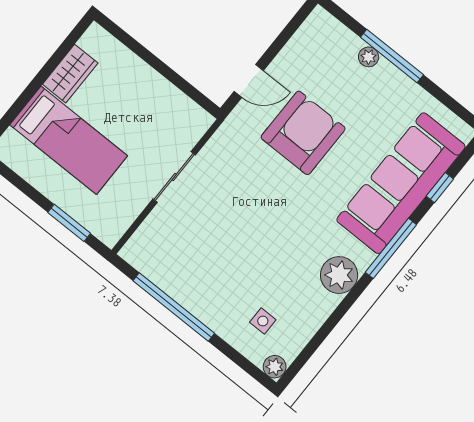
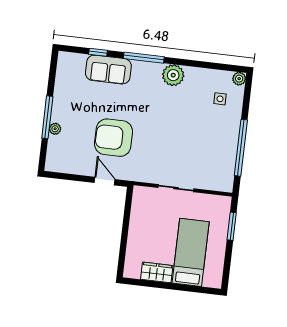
sofa: (401, 183) -> (108, 70), width x0.54, depth x0.79

